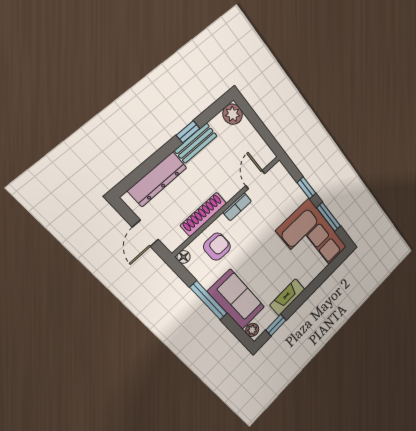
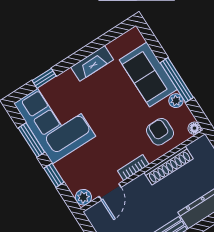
plant: (278, 171) -> (83, 197), added
armchair: (217, 247) -> (160, 132), turned 90
window: (276, 325) -> (44, 78), moved
plant: (252, 330) -> (176, 101), moved

